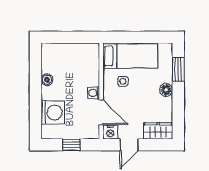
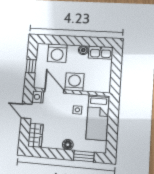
kitchen sink: (49, 58) -> (101, 53), added
washing machine: (94, 93) -> (74, 82), width x1.89, depth x1.89
door: (101, 112) -> (54, 91), swing flipped

